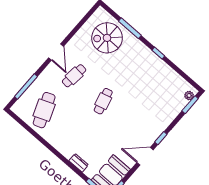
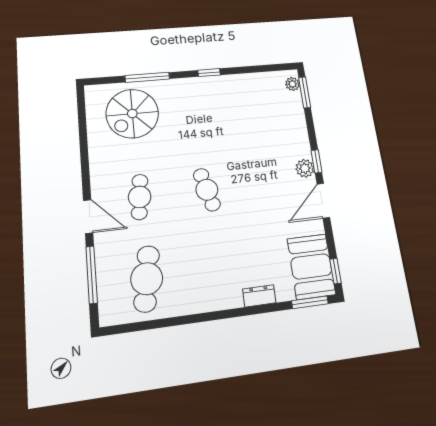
door: (56, 52) -> (88, 216), moved
cafe table: (44, 110) -> (147, 279), turned 30
plant: (153, 136) -> (305, 168), added

